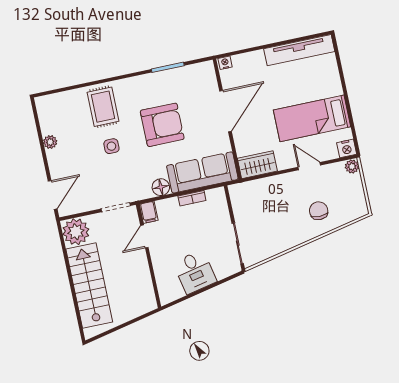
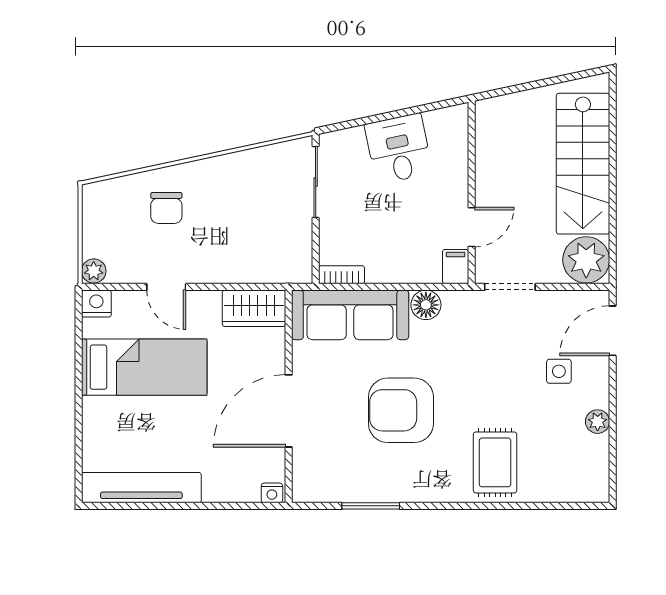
side table: (111, 146) -> (559, 371), moved
bookcase: (192, 198) -> (341, 275), moved

